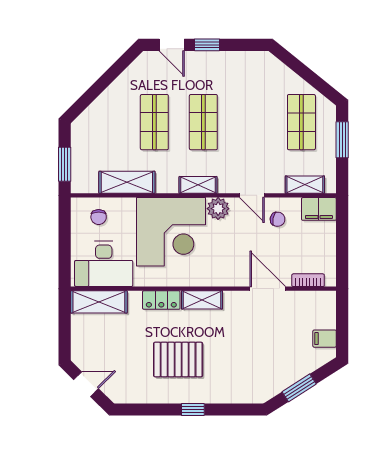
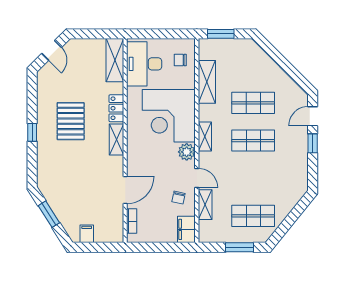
shelving: (305, 185) -> (205, 205), moved
door: (252, 195) -> (197, 178), swing flipped

